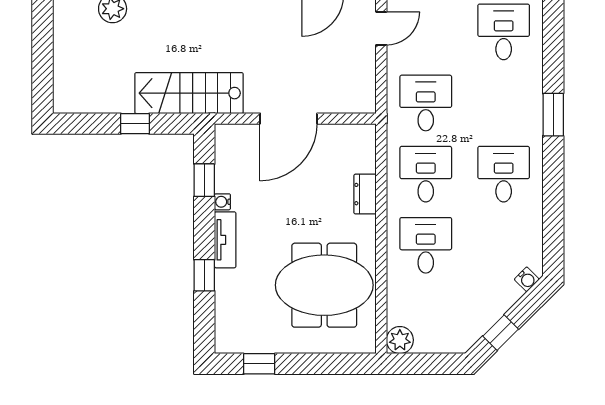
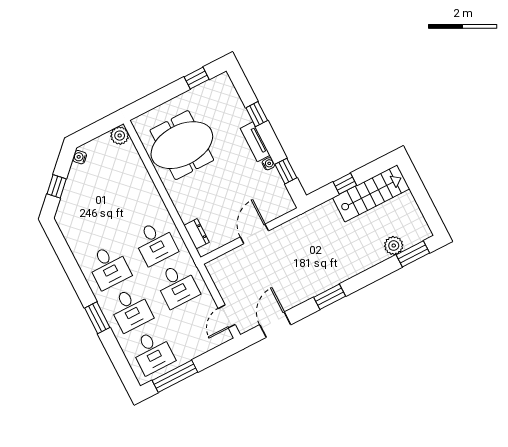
stairs: (189, 93) -> (371, 193), moved
door: (289, 119) -> (254, 234), width x0.73
dresser: (365, 194) -> (197, 234), moved
desk: (426, 245) -> (130, 309), moved
water cooler: (527, 279) -> (80, 157), moved
window: (501, 333) -> (57, 186), moved

